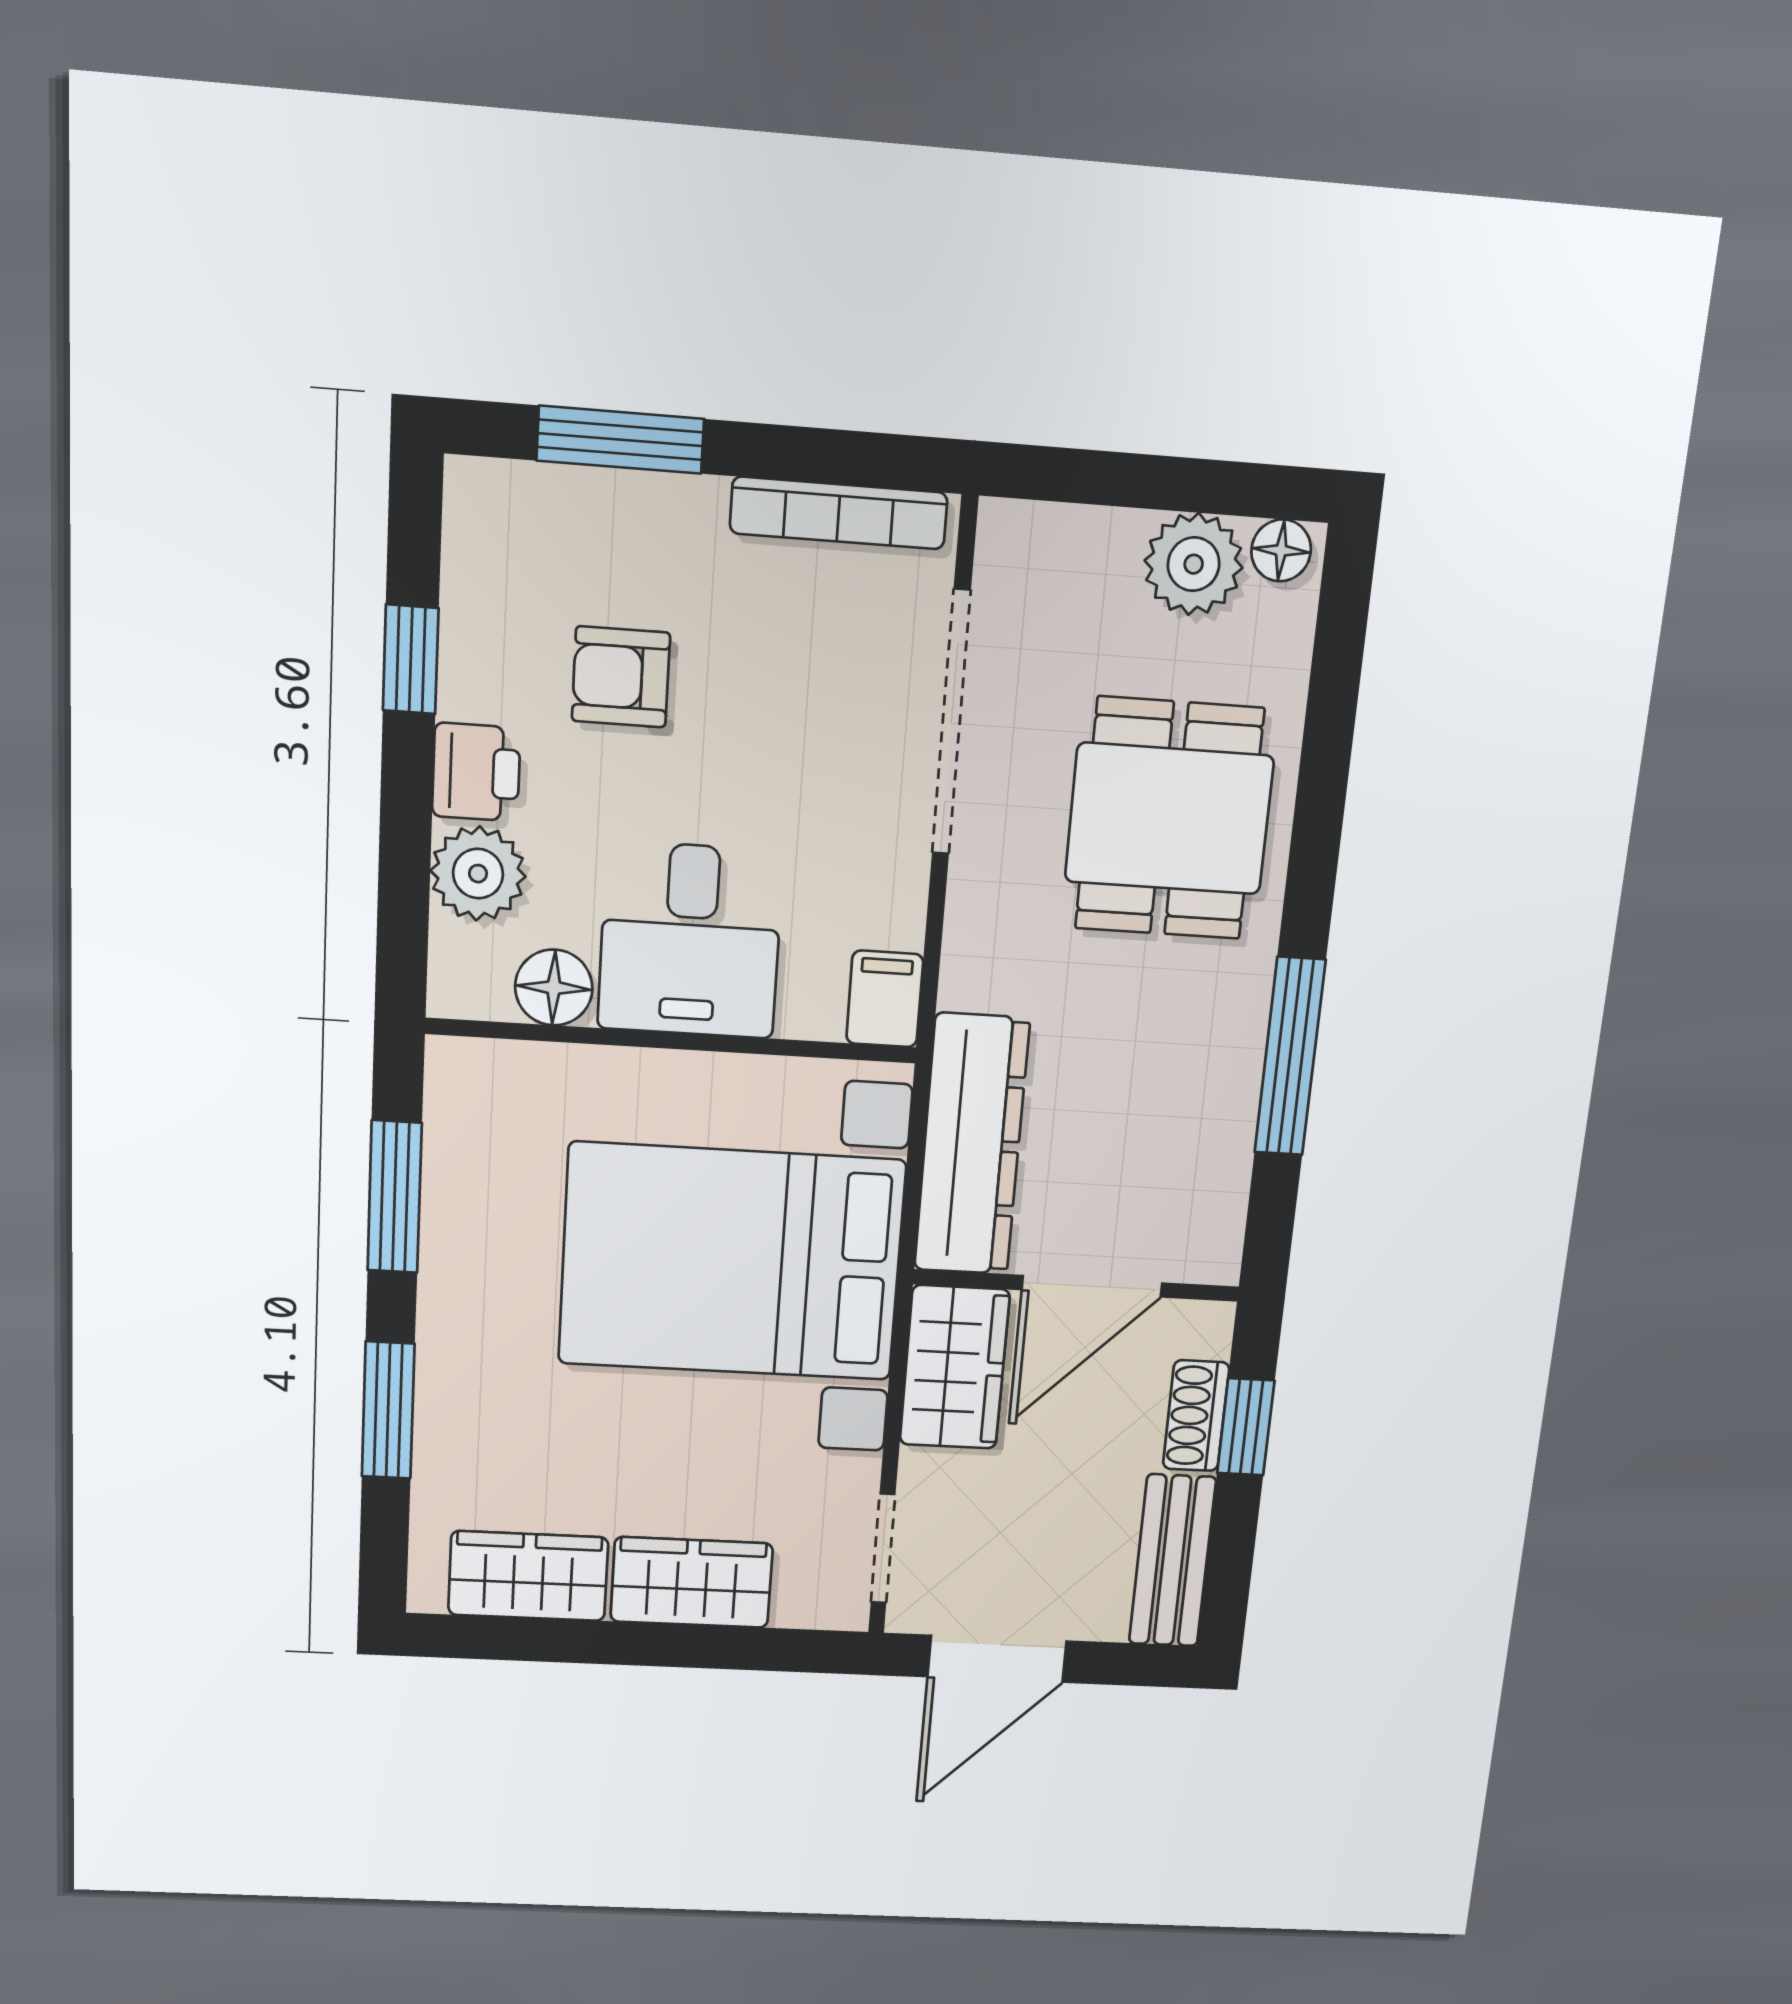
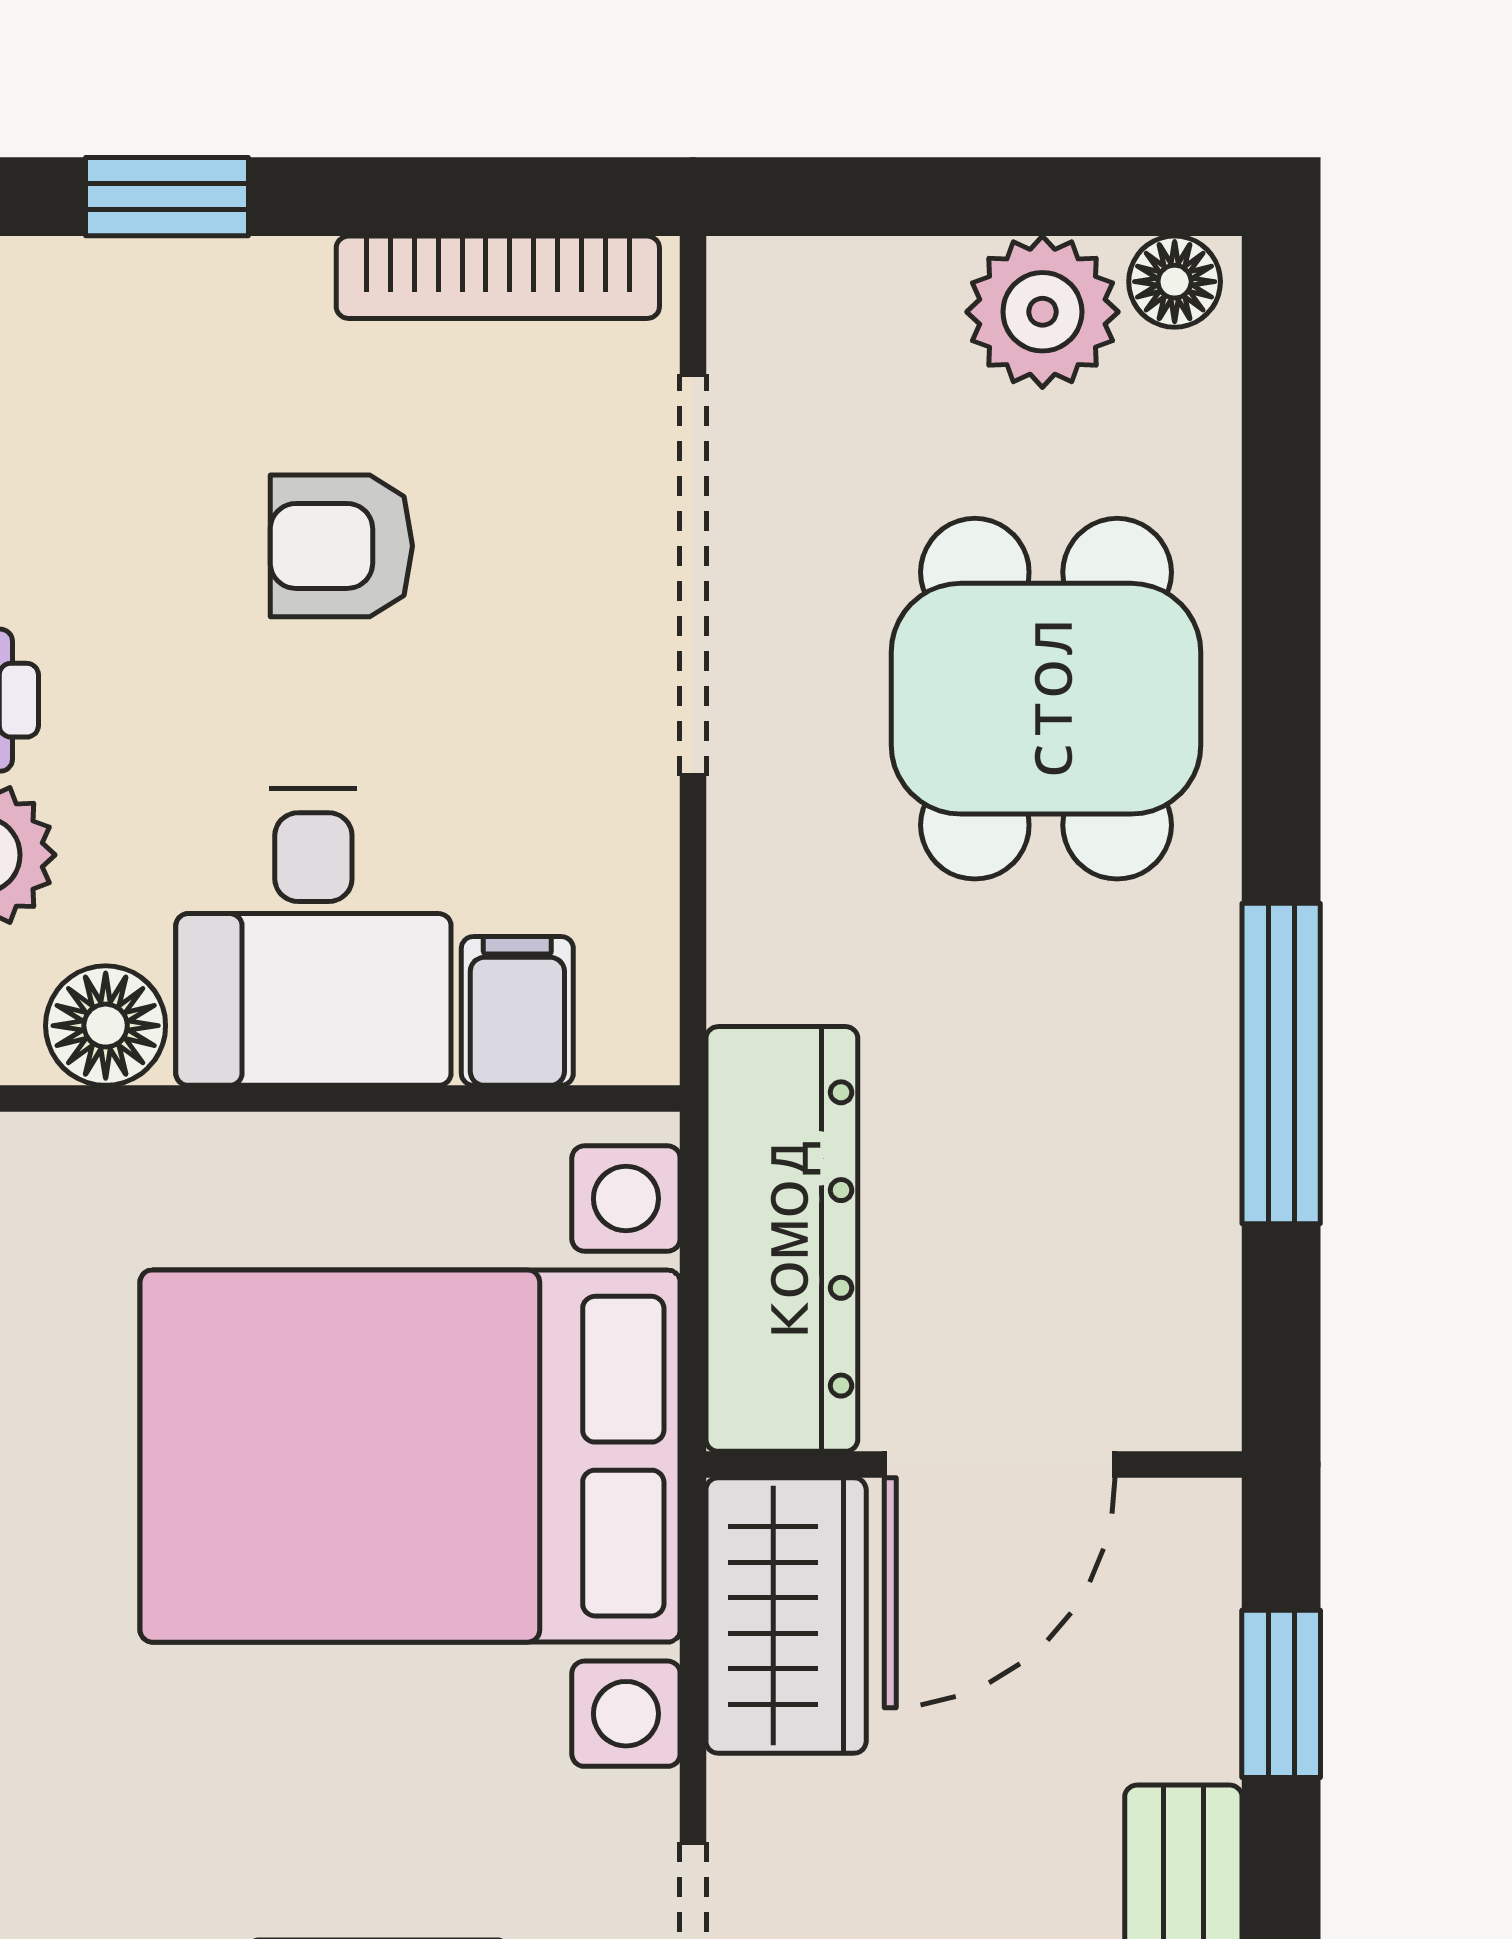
window: (620, 440) -> (167, 197), width x0.67
armchair: (621, 677) -> (341, 546), moved
filing cabinet: (885, 999) -> (517, 1011), moved
shoe rack: (1196, 1416) -> (1195, 1679), removed

